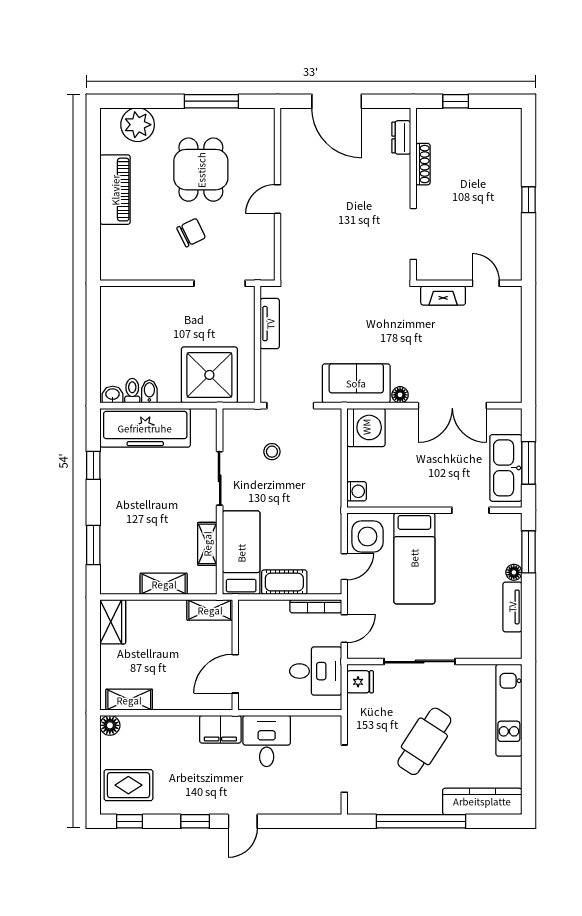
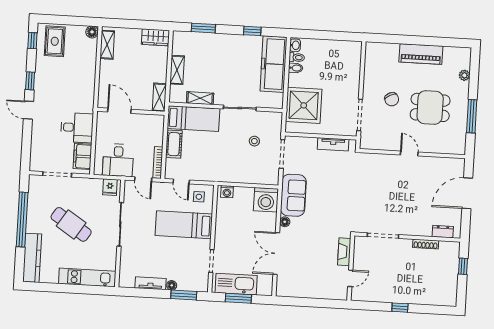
plant: (138, 125) -> (464, 75), width x0.53, depth x0.53
side table: (367, 536) -> (199, 197), width x0.54, depth x0.54
filing cabinet: (220, 729) -> (82, 156), moved

